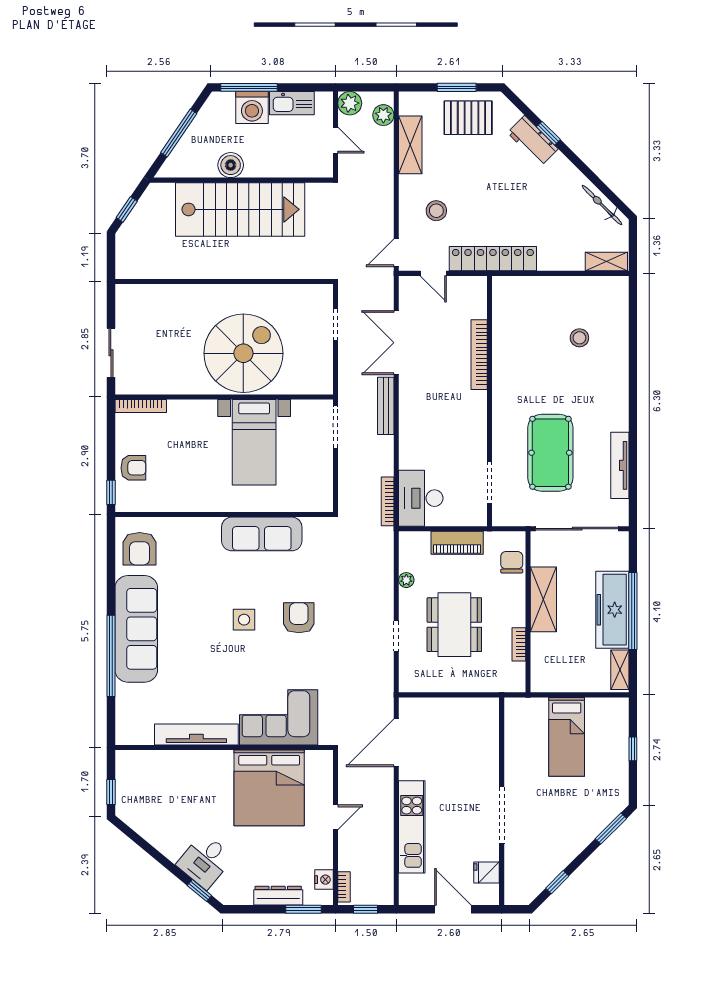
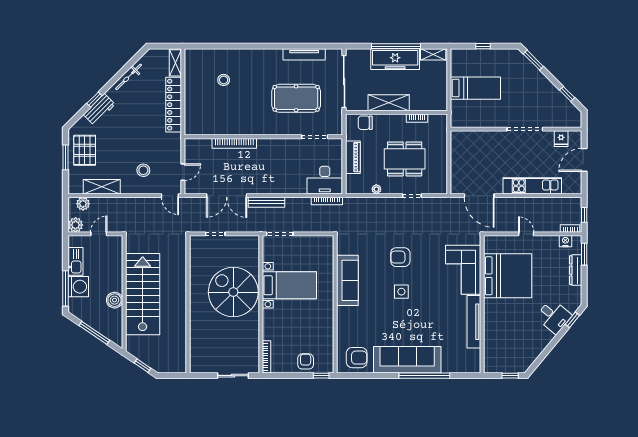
bicycle: (602, 205) -> (129, 77), moved
locker: (493, 259) -> (174, 105), moved

